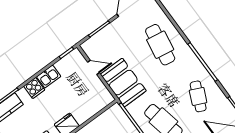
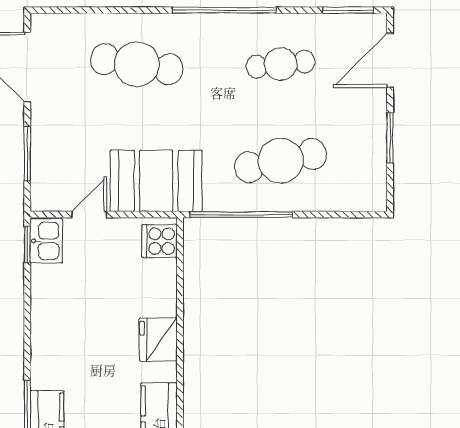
kitchen sink: (49, 77) -> (46, 241), moved
cooker: (34, 88) -> (159, 241), moved, turned 180
cafe table: (198, 96) -> (281, 64), turned -30

